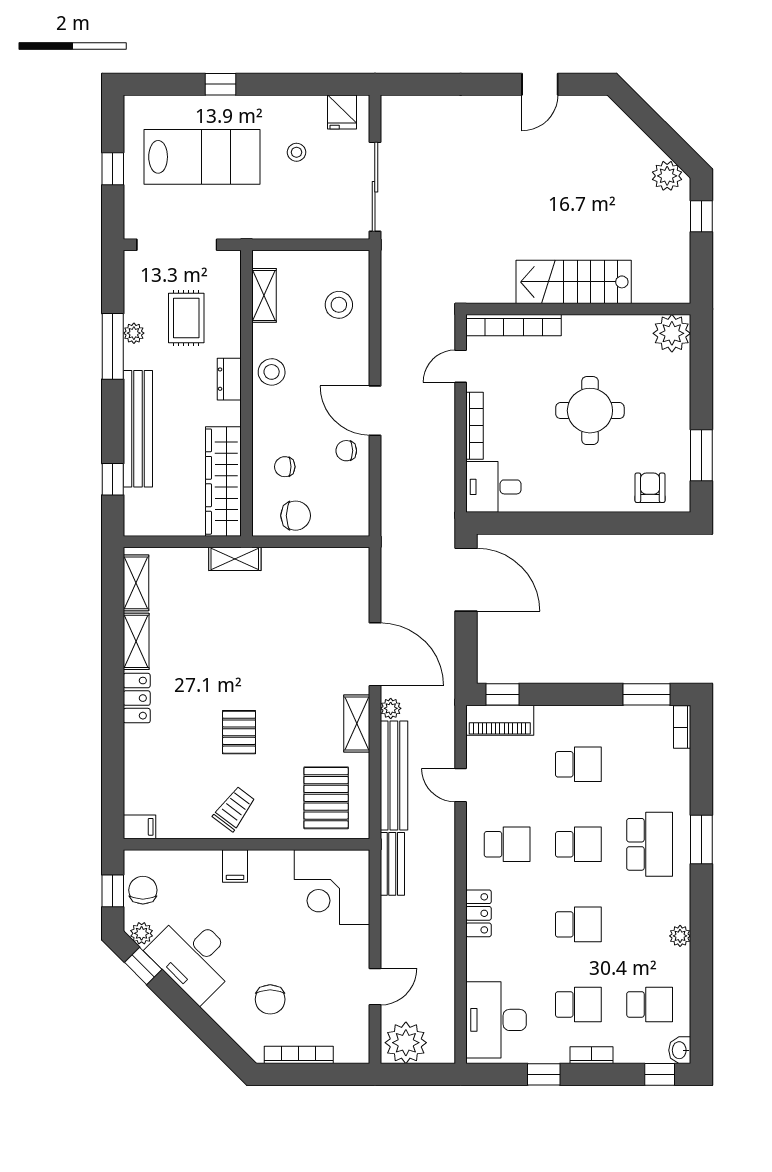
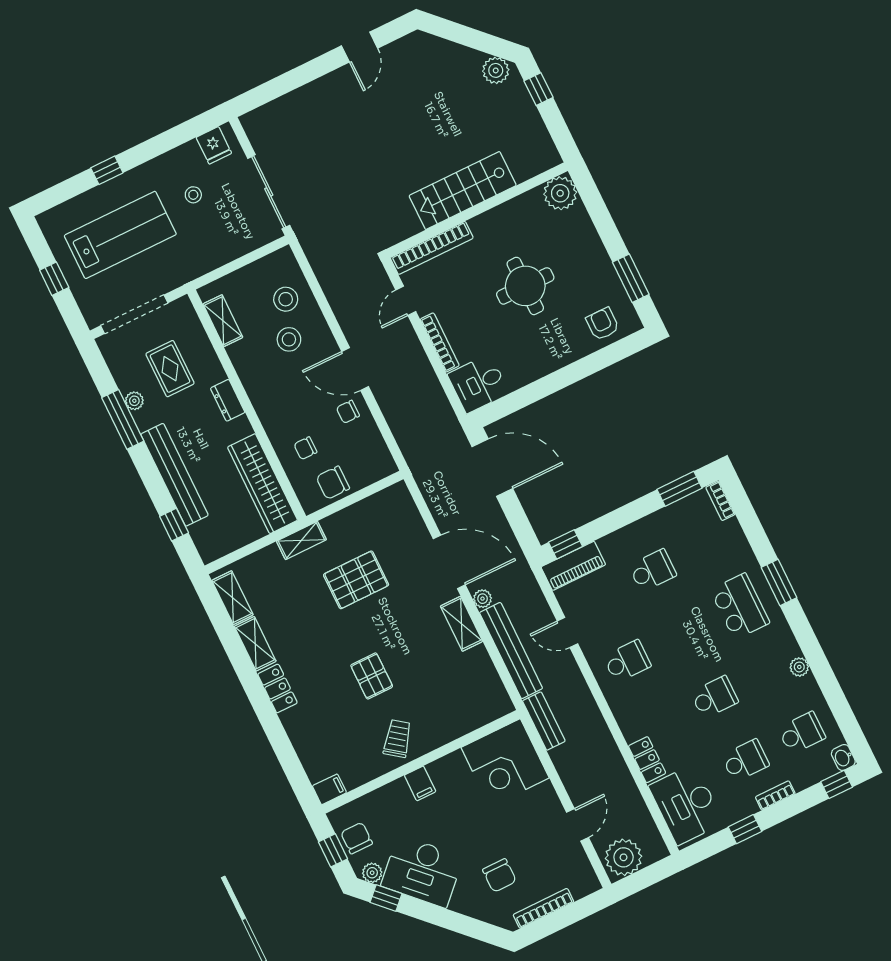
stool: (272, 372) -> (289, 339), moved
chair: (296, 516) -> (333, 483), turned 180
pallet: (326, 798) -> (356, 580), moved, turned 90
school desk: (578, 844) -> (683, 634), removed
locker: (478, 913) -> (647, 760), moved

